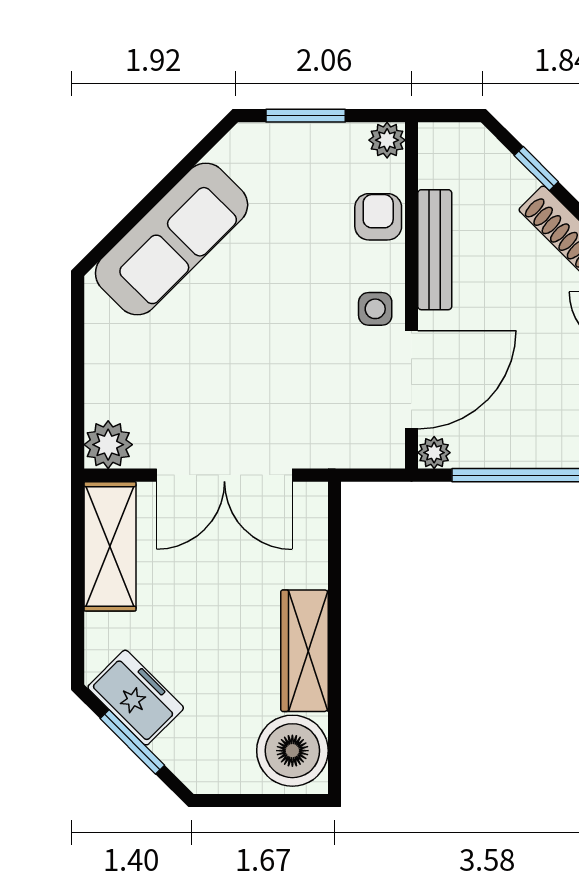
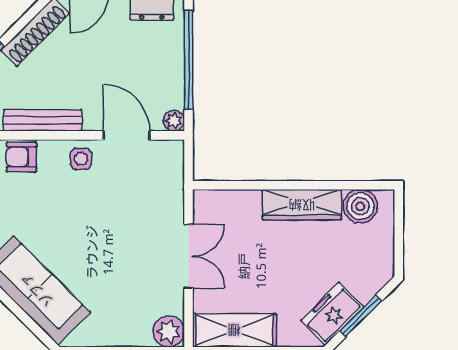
door: (411, 380) -> (127, 135), width x0.73
double door: (224, 475) -> (188, 256), width x0.73
boiler: (292, 751) -> (360, 206), width x0.73, depth x0.73

